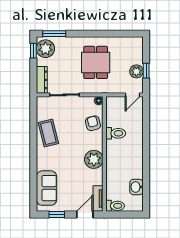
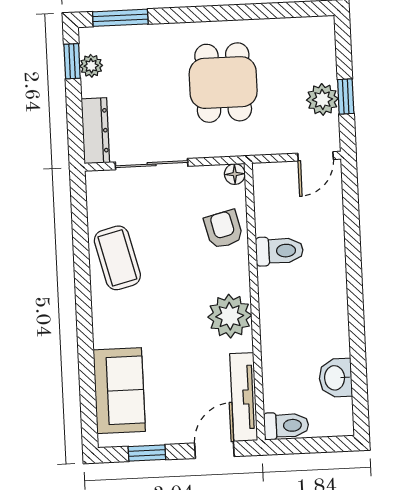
plant: (45, 49) -> (91, 66), width x0.53, depth x0.53
tv unit: (98, 198) -> (244, 397), width x1.41

